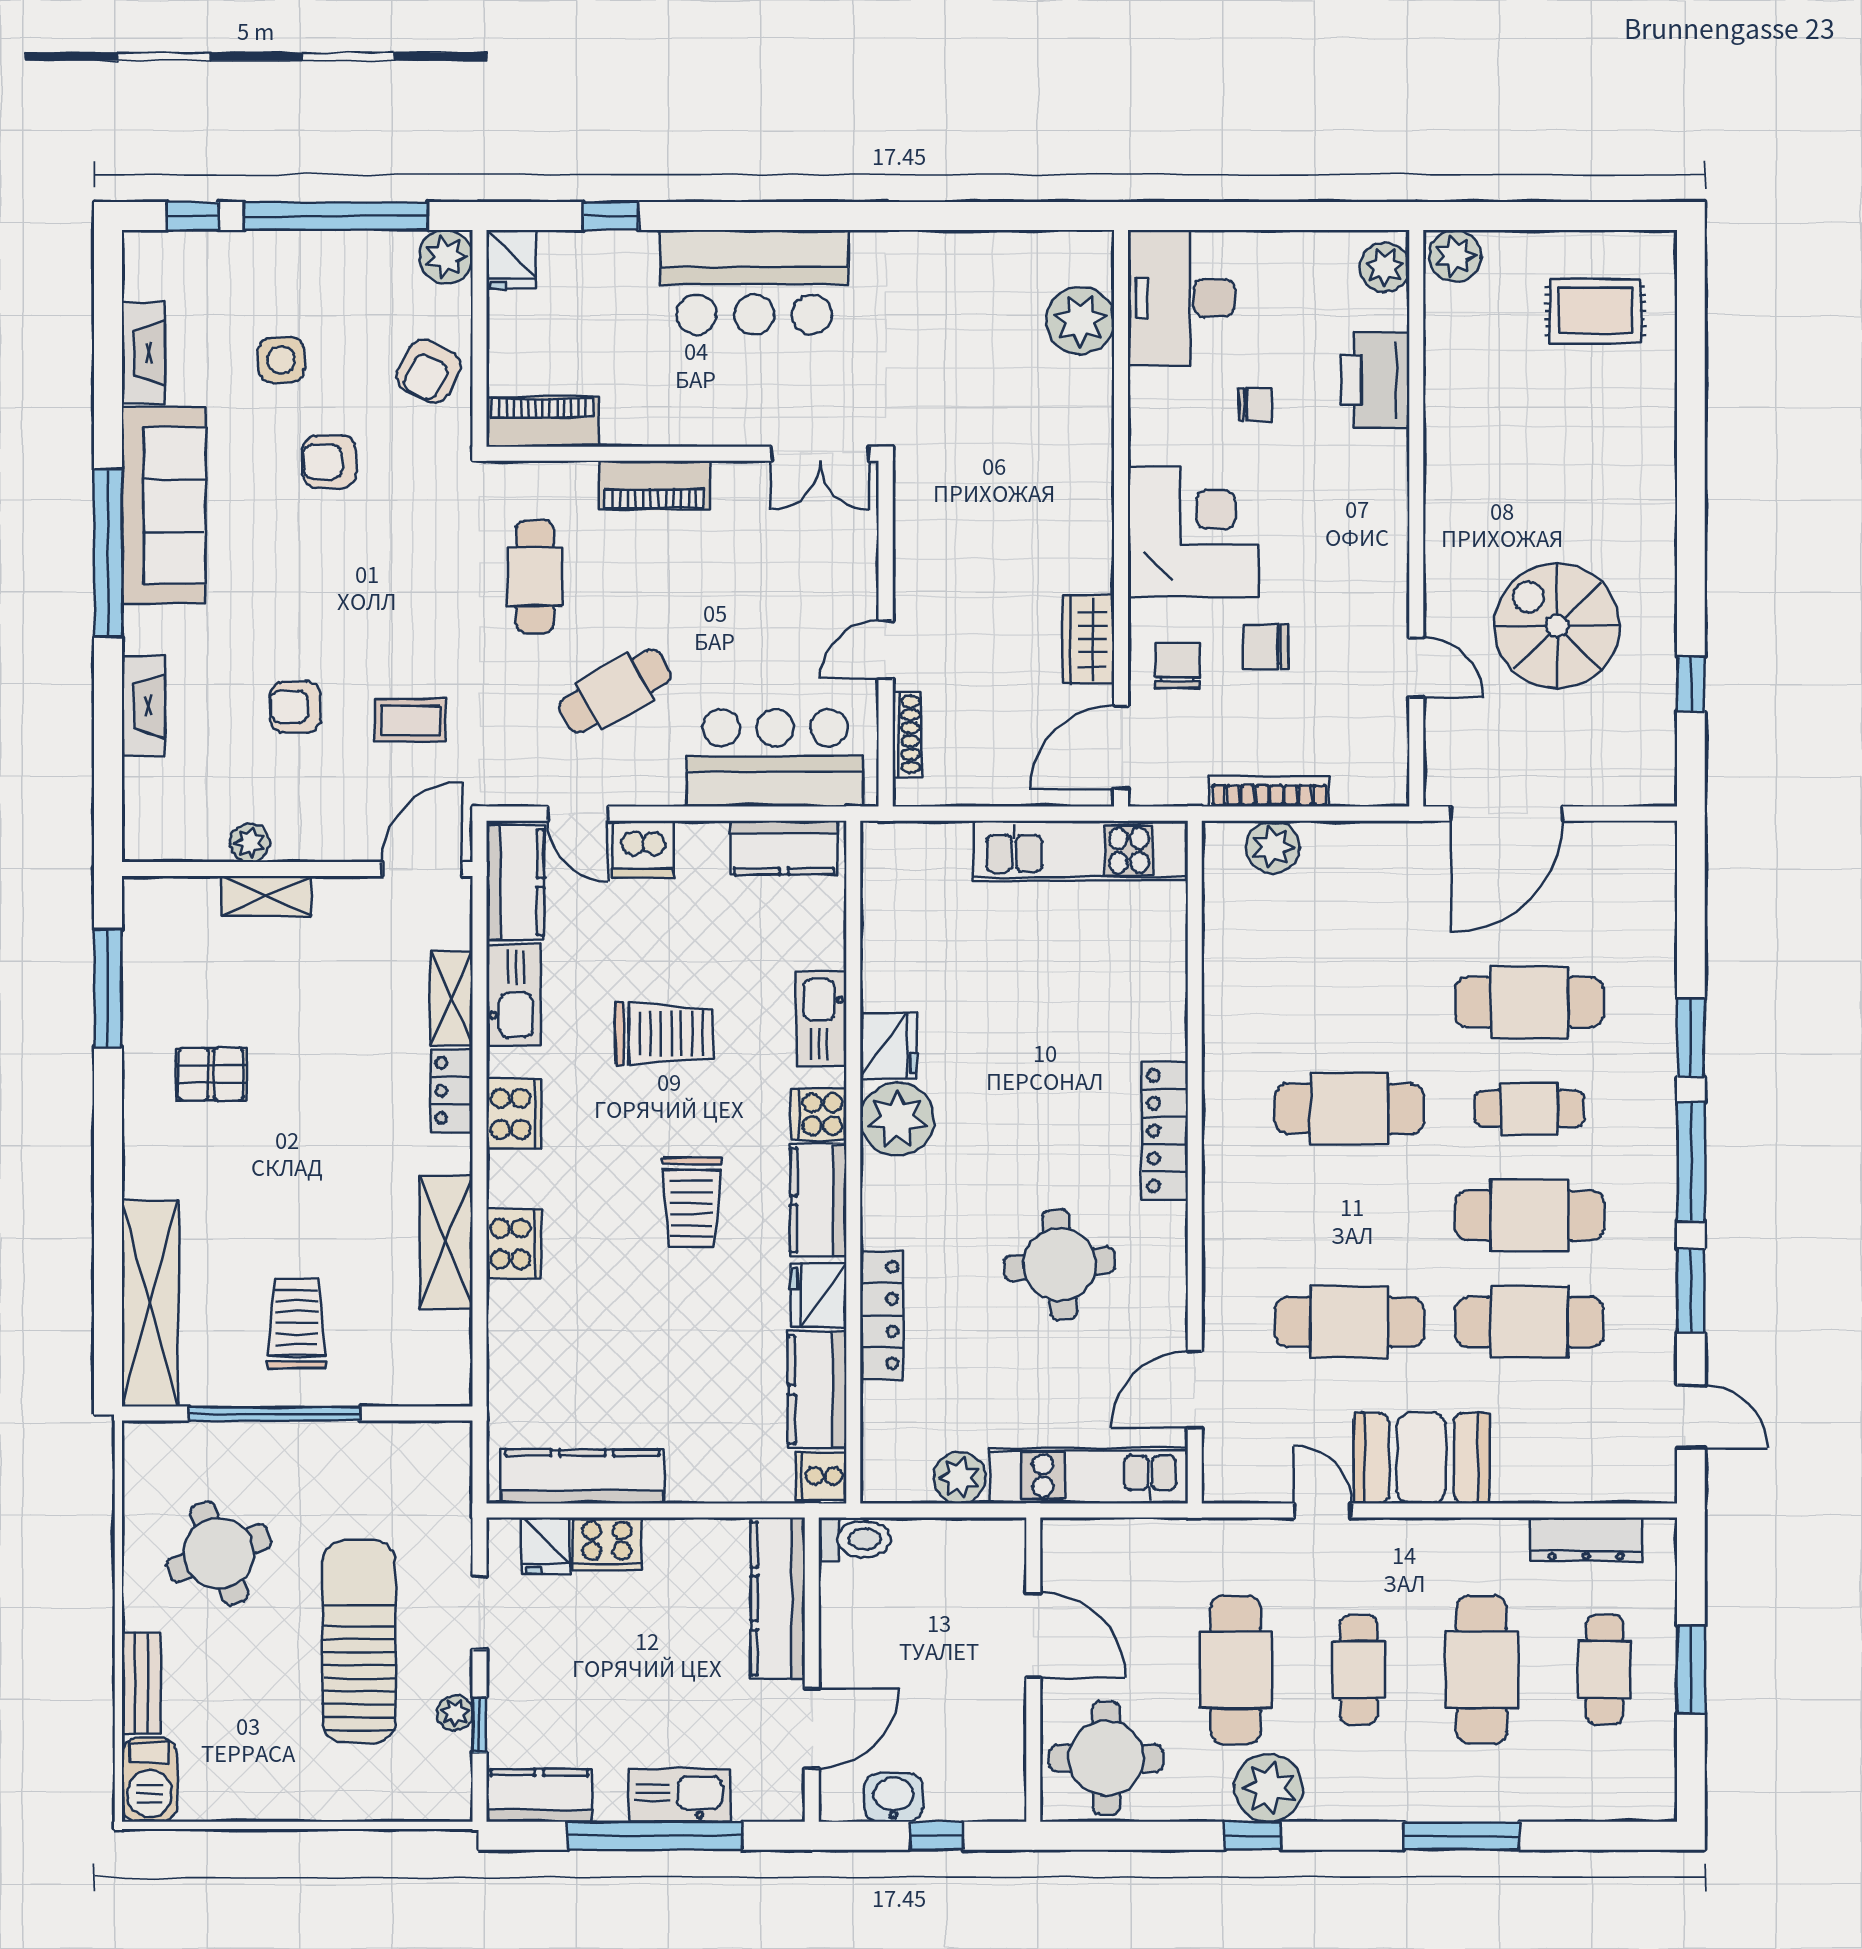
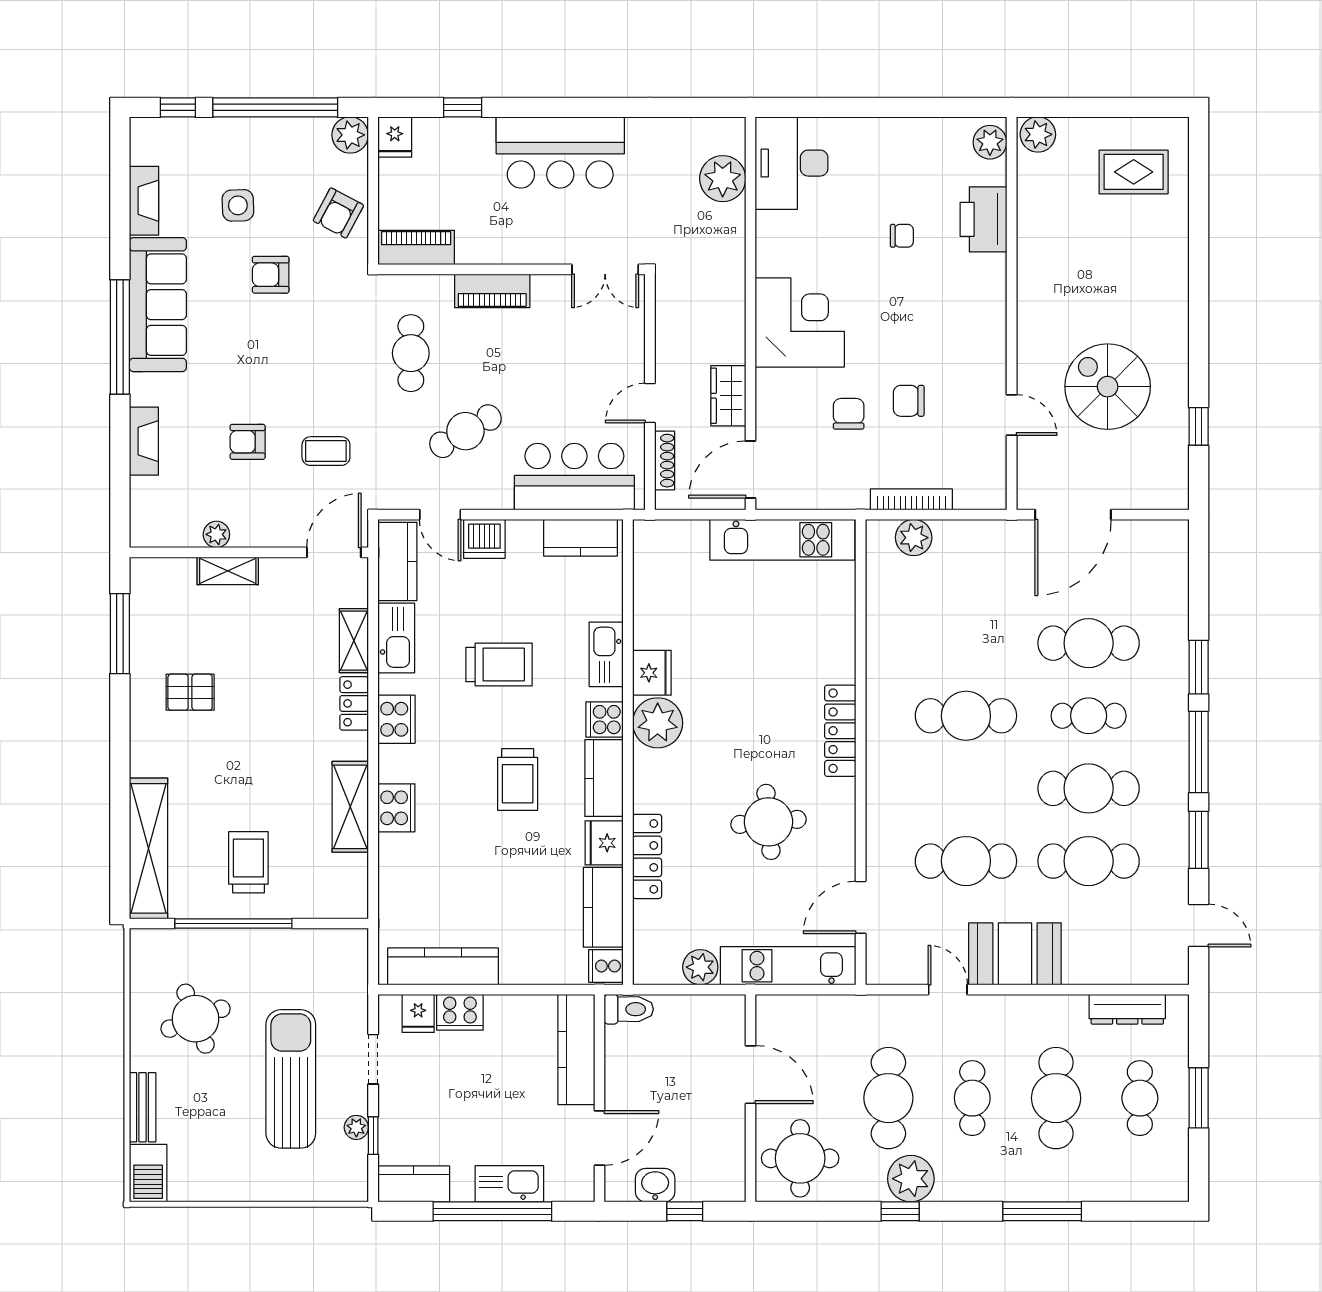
desk: (1181, 298) -> (792, 163), moved
plant: (1080, 321) -> (723, 179), moved
wall: (1121, 518) -> (750, 313), moved
corner desk: (1193, 532) -> (800, 322), moved
wardrobe: (1088, 639) -> (728, 396), moved
door: (1121, 747) -> (750, 469), moved

